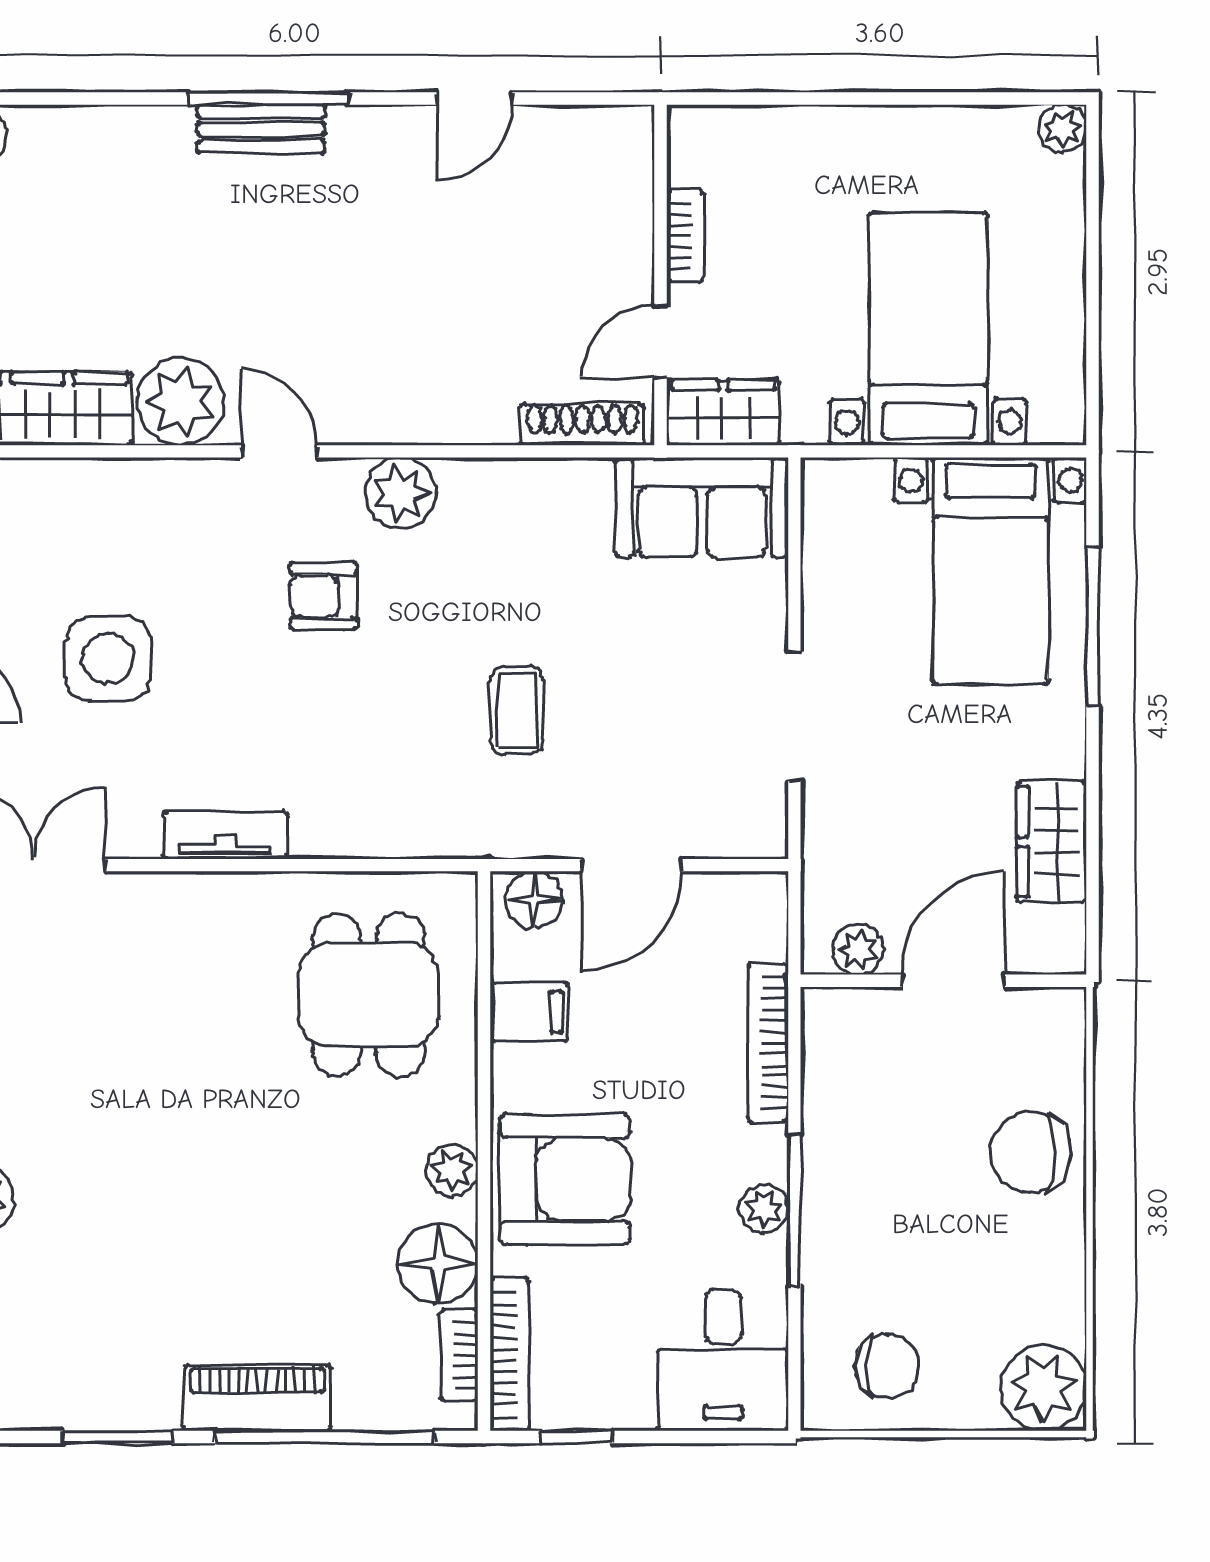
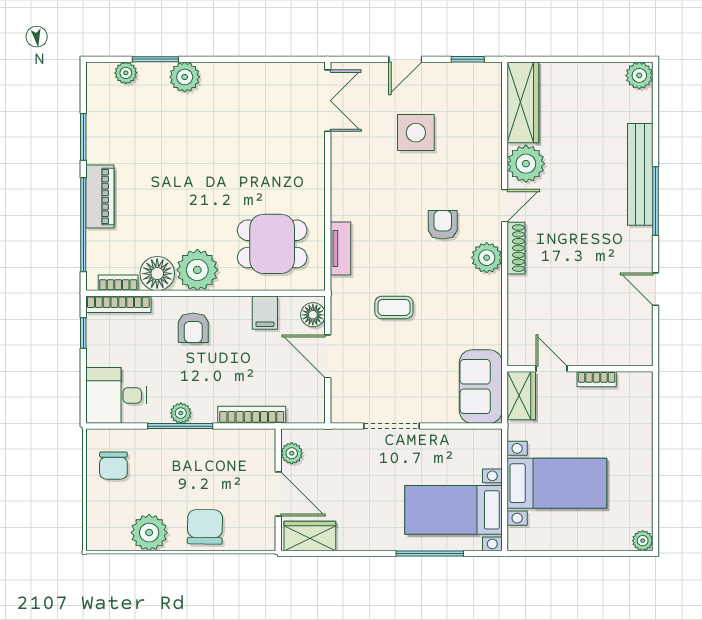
bench: (261, 129) -> (640, 174), width x1.86, depth x1.21
shoe rack: (582, 425) -> (516, 248), moved
tv unit: (225, 835) -> (341, 249), moved
wardrobe: (1052, 842) -> (310, 536), moved
plant: (452, 1170) -> (197, 270), width x1.87, depth x1.87
armchair: (565, 1180) -> (193, 328), width x0.53, depth x0.53
plant: (1044, 1388) -> (149, 533), moved

